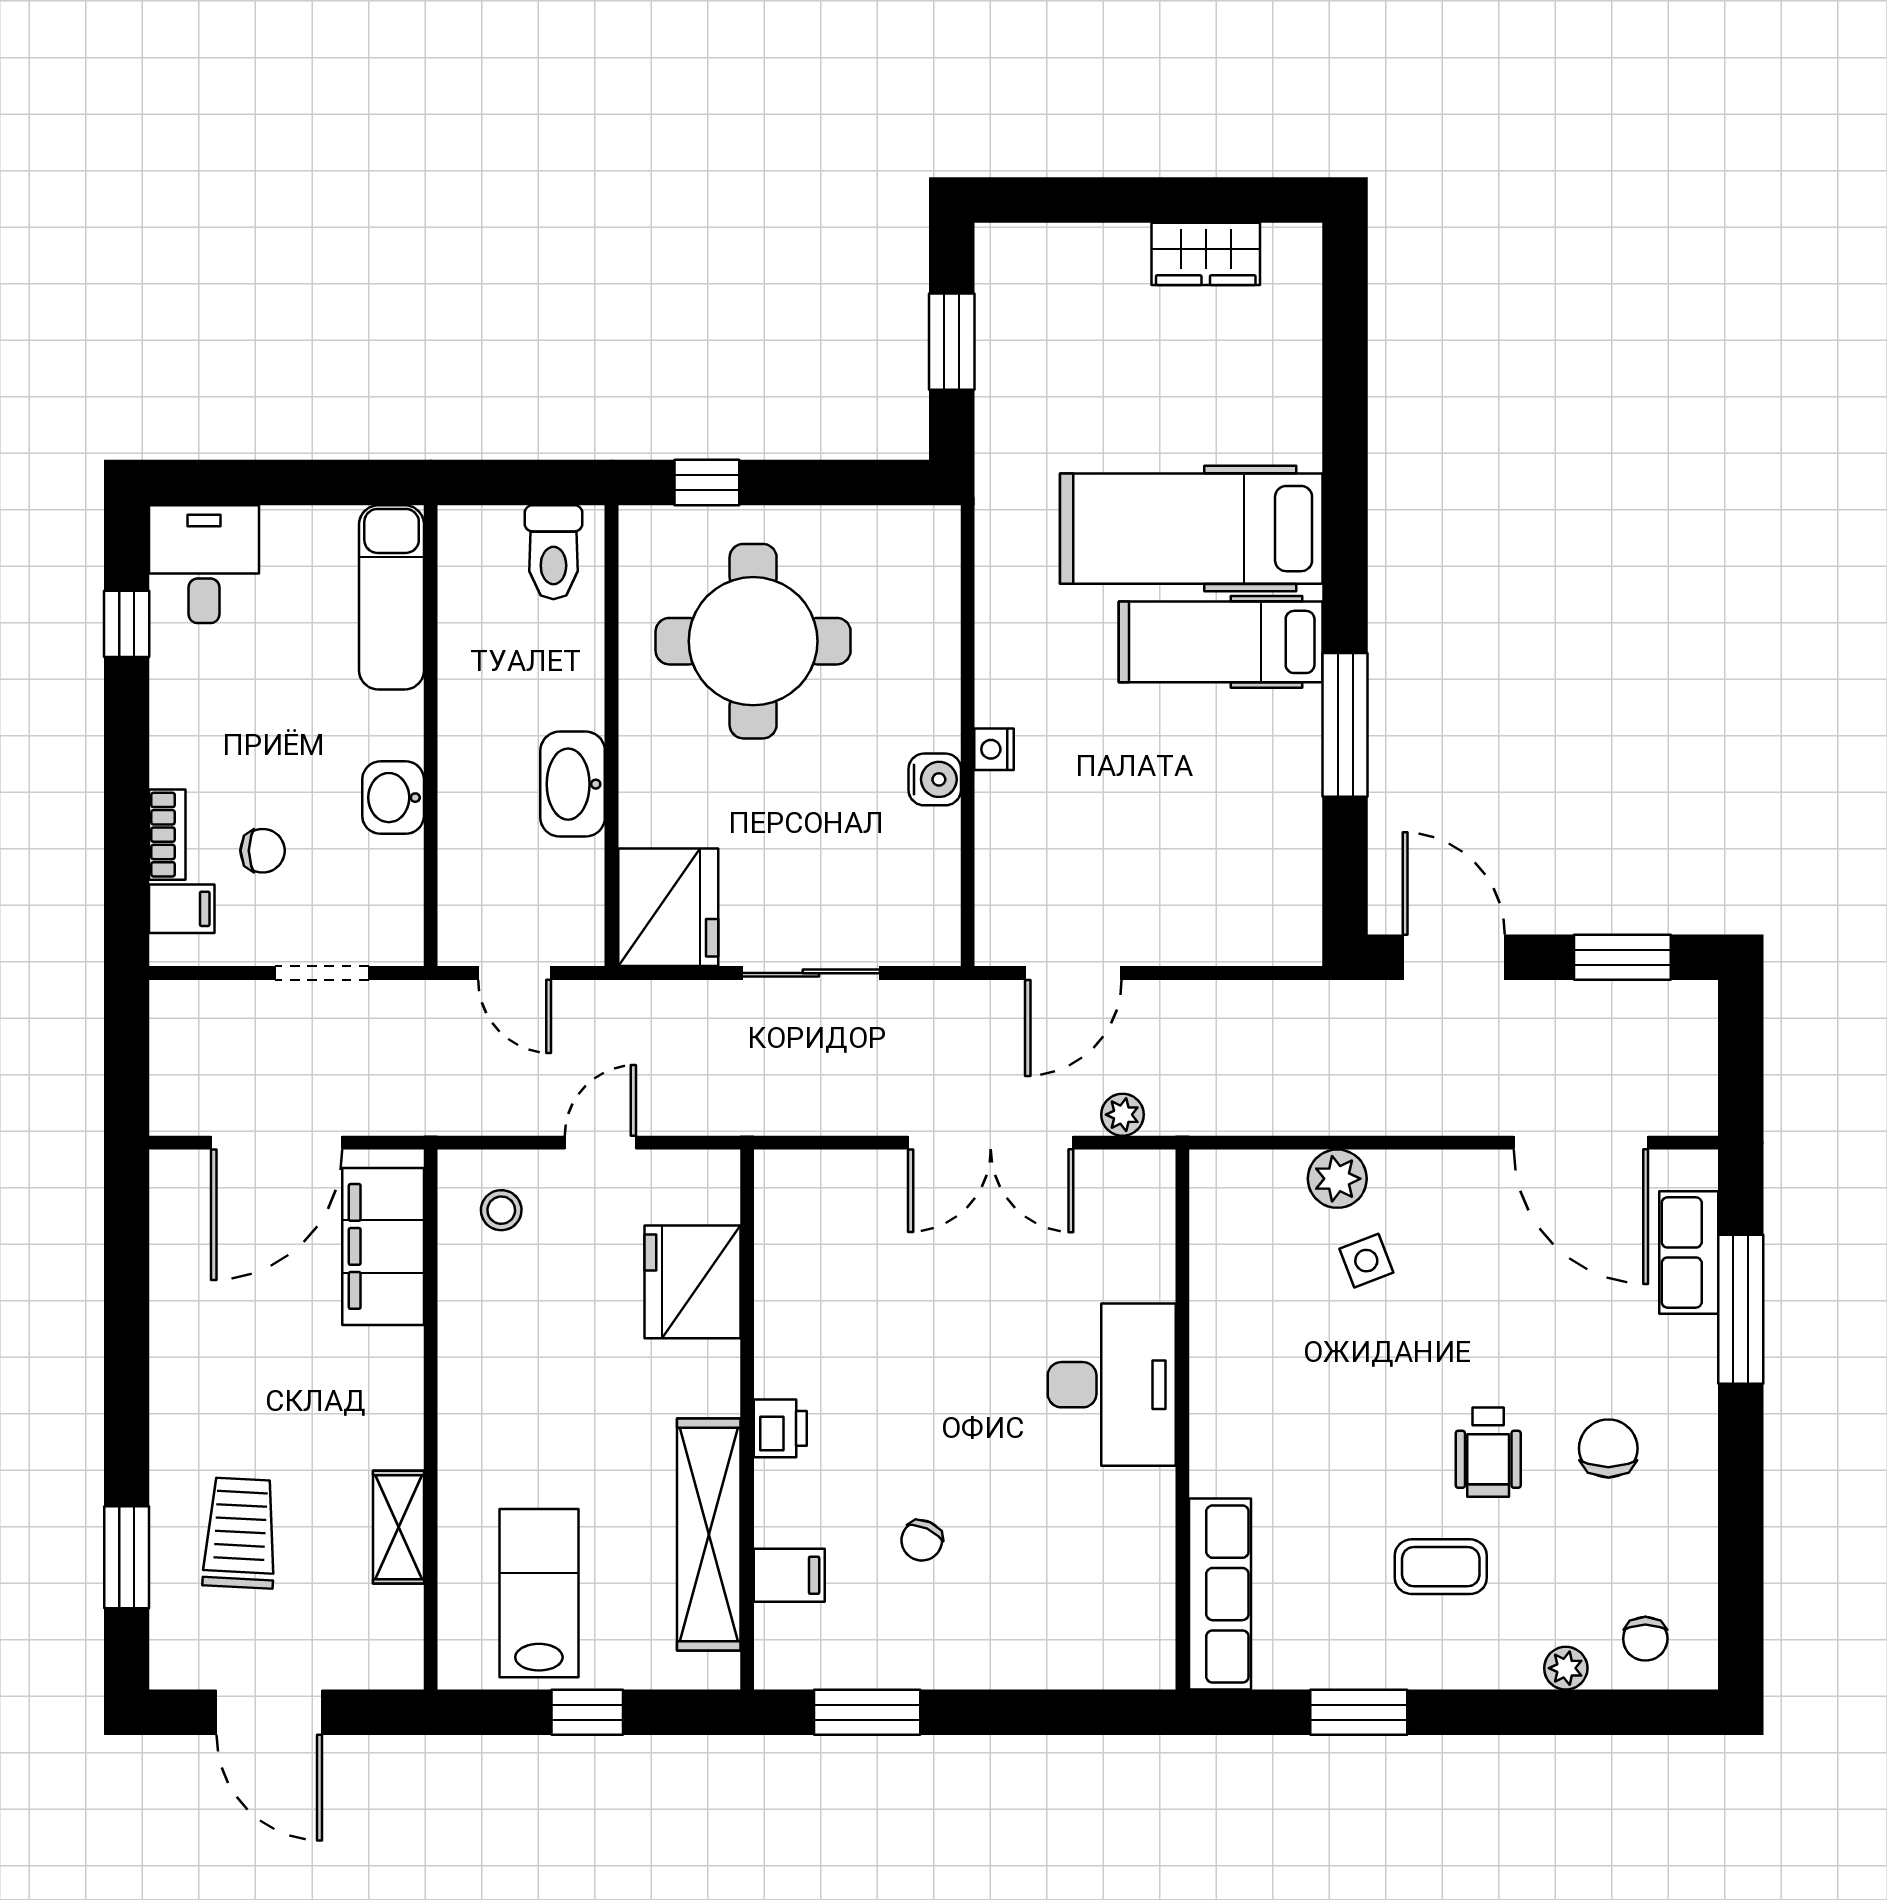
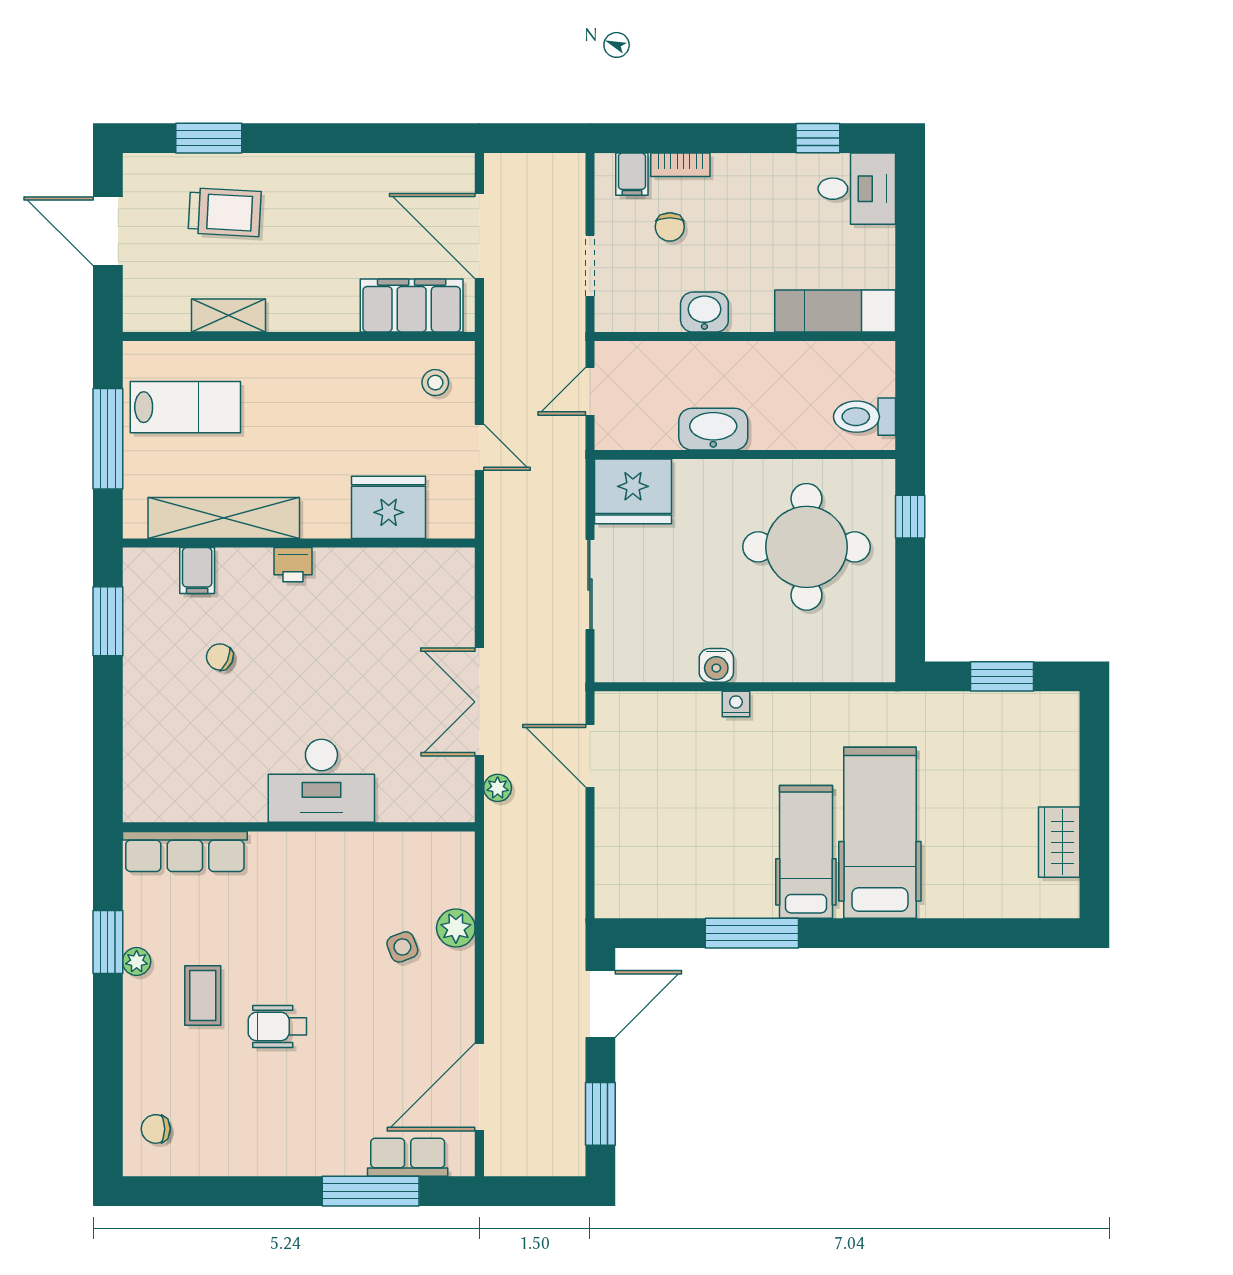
chair: (1608, 1448) -> (280, 1105), removed
plant: (1566, 1668) -> (137, 961), moved
door: (269, 1712) -> (108, 231), hinge flipped
window: (587, 1712) -> (108, 439), width x2.17

